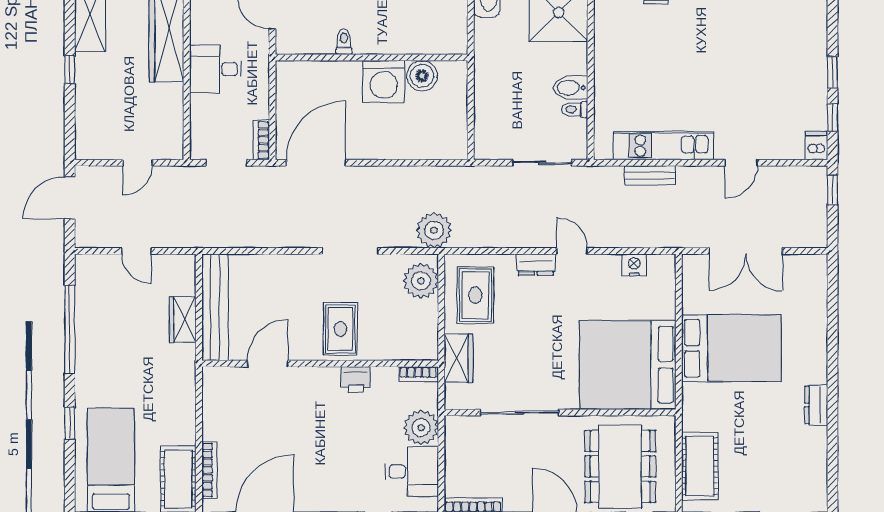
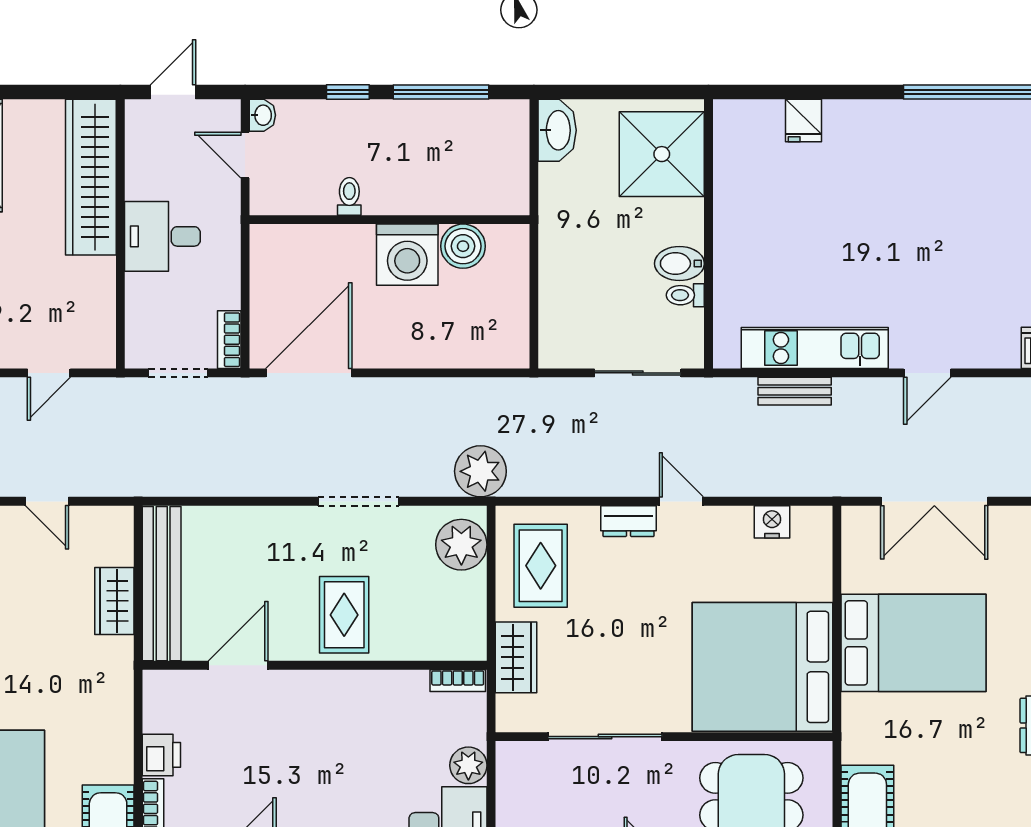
printer: (355, 380) -> (161, 755), moved, turned -90
plant: (421, 428) -> (468, 765), width x0.73, depth x0.73

